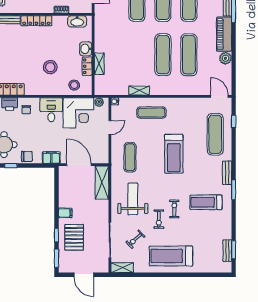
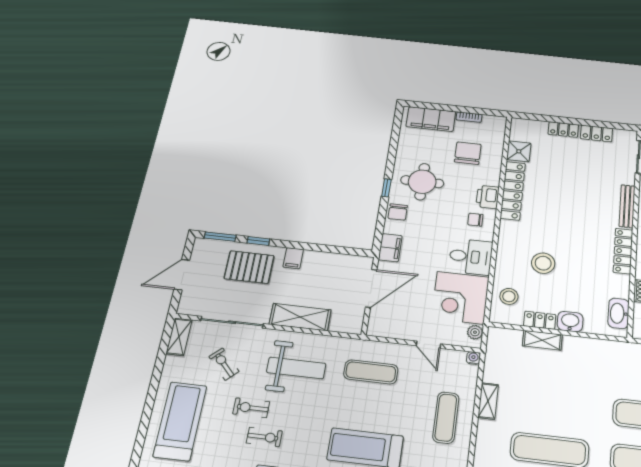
shelving: (102, 183) -> (300, 317), moved

